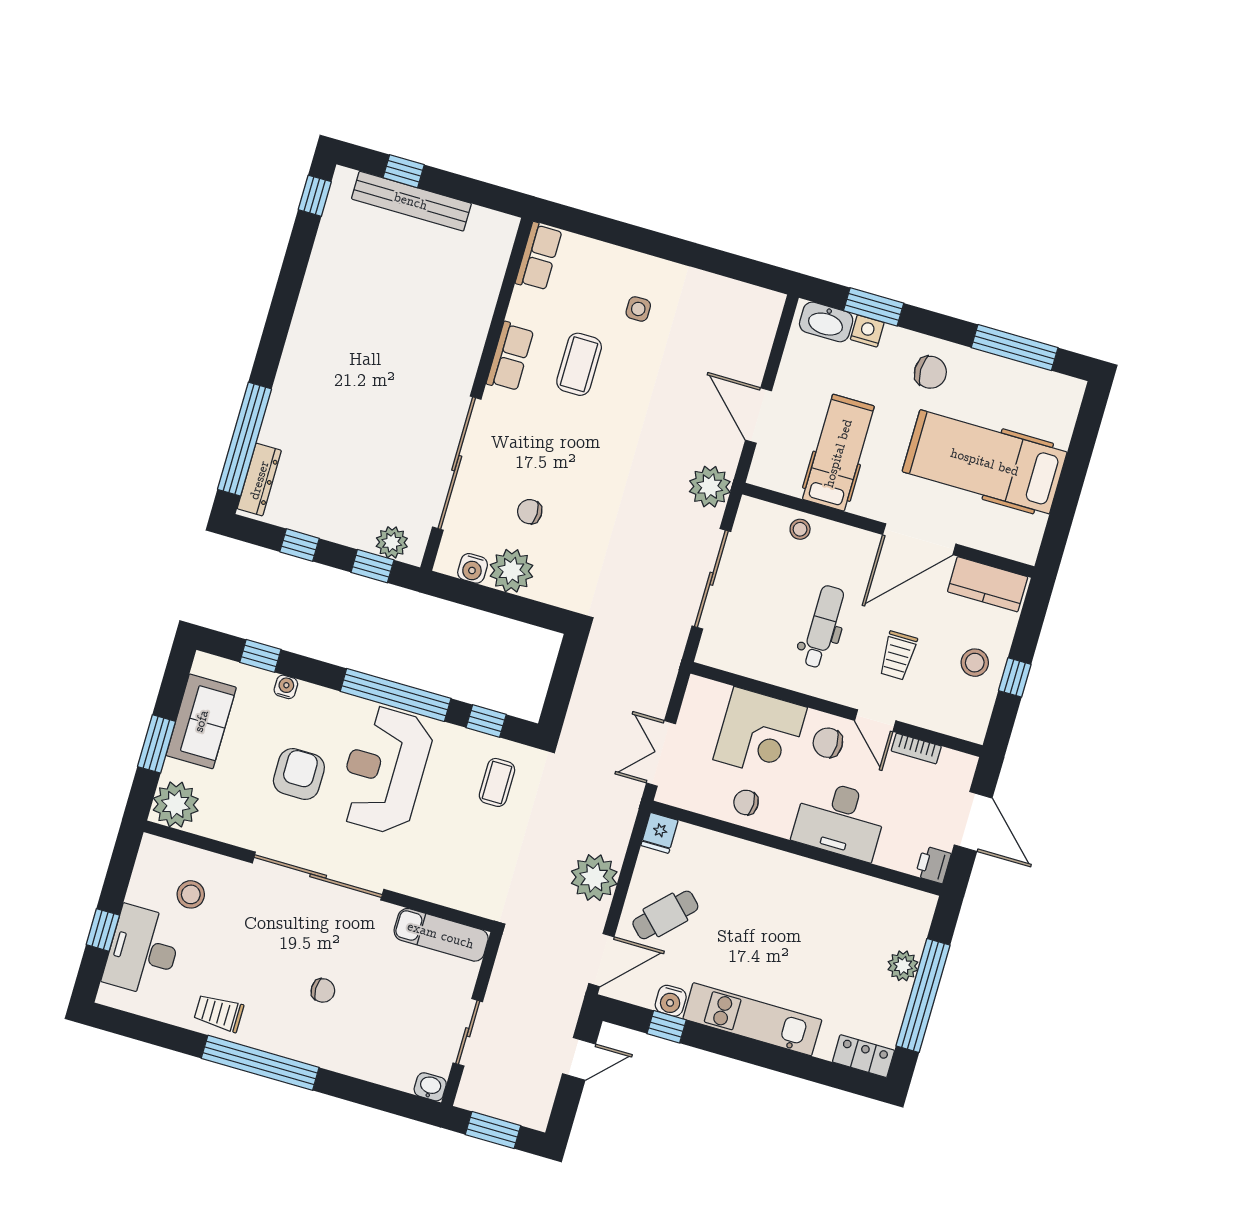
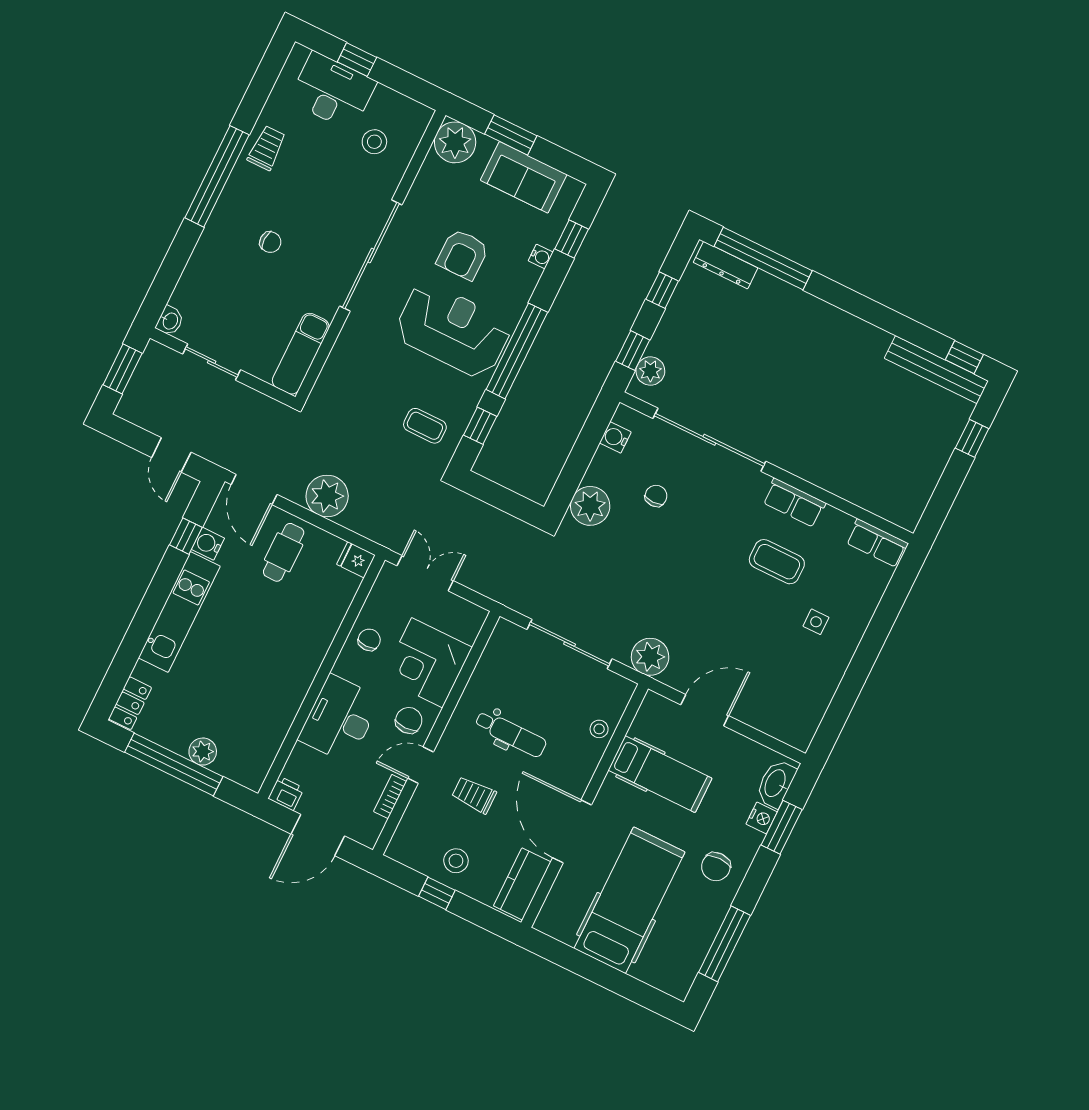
bench: (411, 201) -> (936, 370), moved, turned 90
plant: (511, 571) -> (590, 506), moved
armchair: (299, 774) -> (463, 254), turned 90
cafe table: (665, 915) -> (284, 552), turned 45
chair: (323, 990) -> (270, 242), turned -88

